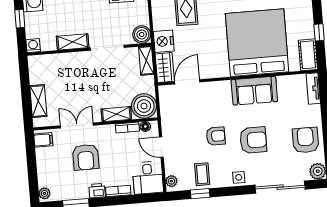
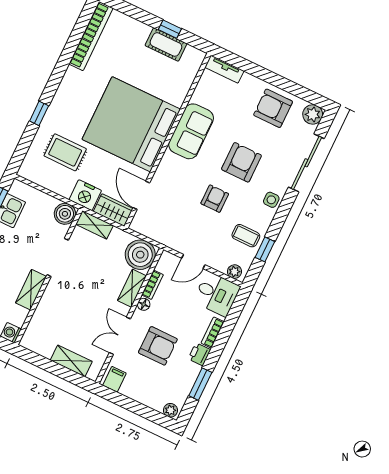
bed: (257, 43) -> (131, 124), moved
cot: (308, 55) -> (166, 44), moved
floor lamp: (145, 126) -> (144, 304), moved

